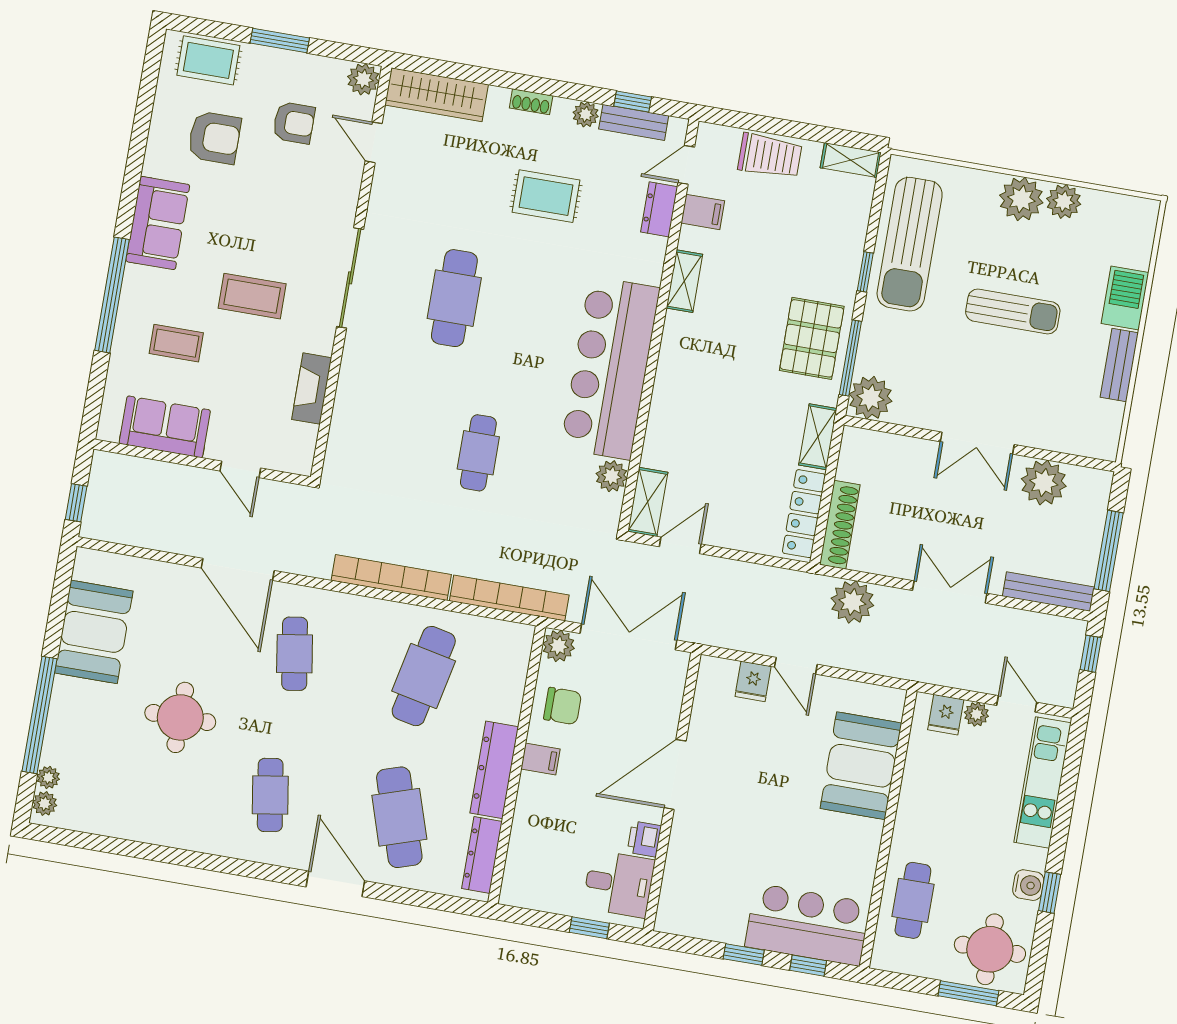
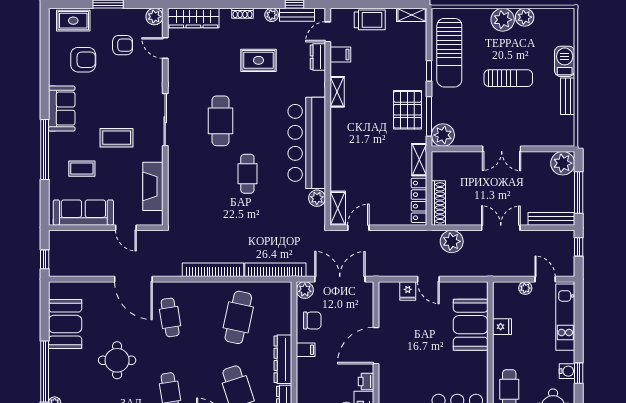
fireplace: (312, 389) -> (153, 186), width x1.37, depth x1.32
sofa: (165, 427) -> (83, 213), width x1.36
cafe table: (478, 453) -> (247, 174), moved
plant: (1044, 483) -> (563, 163), moved
fridge: (946, 715) -> (502, 327), moved, turned -90

